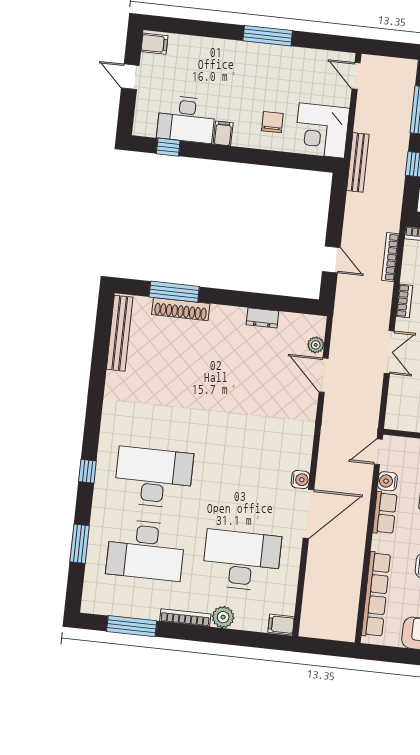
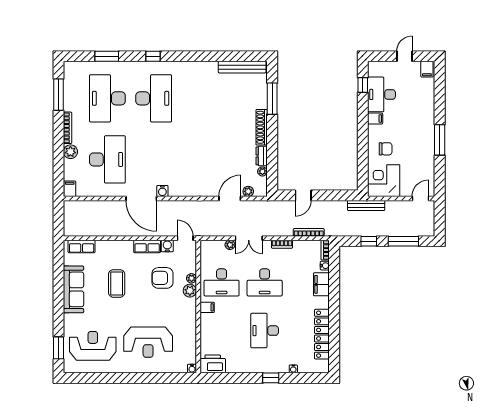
shoe rack: (181, 309) -> (262, 127), moved
plant: (287, 319) -> (262, 171), added
plant: (396, 383) -> (230, 245), added
row of seats: (376, 594) -> (82, 246), width x0.50

